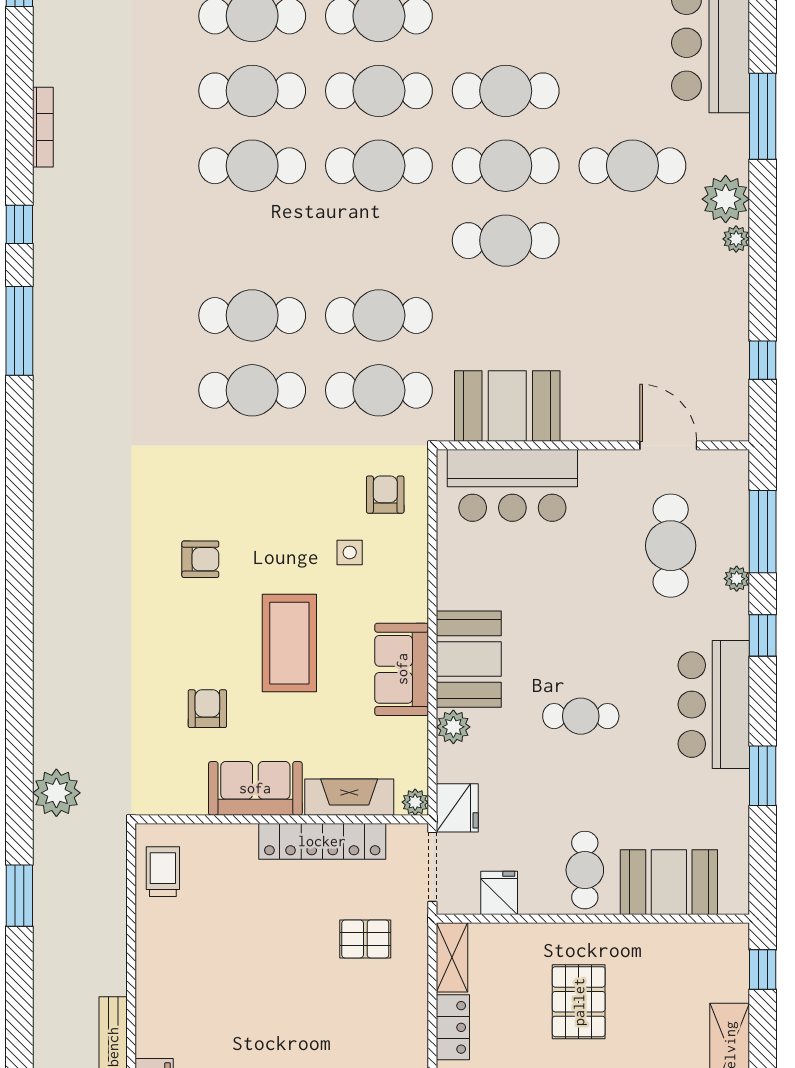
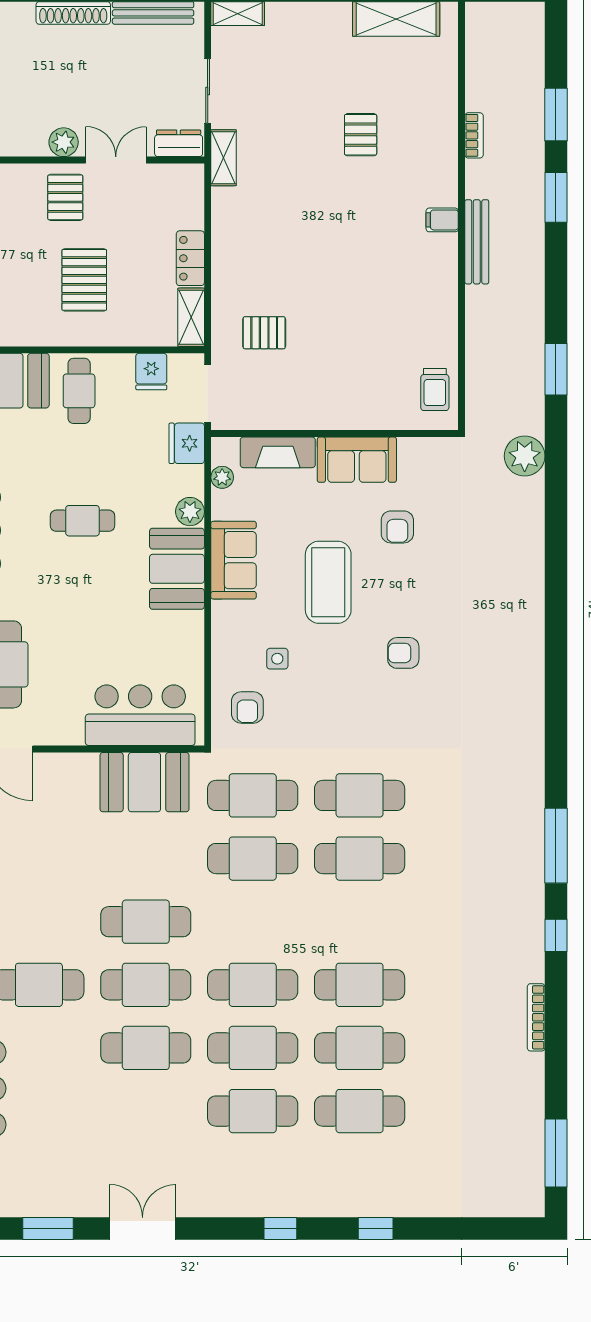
plant: (415, 802) -> (222, 477), moved
locker: (322, 841) -> (300, 415), removed

